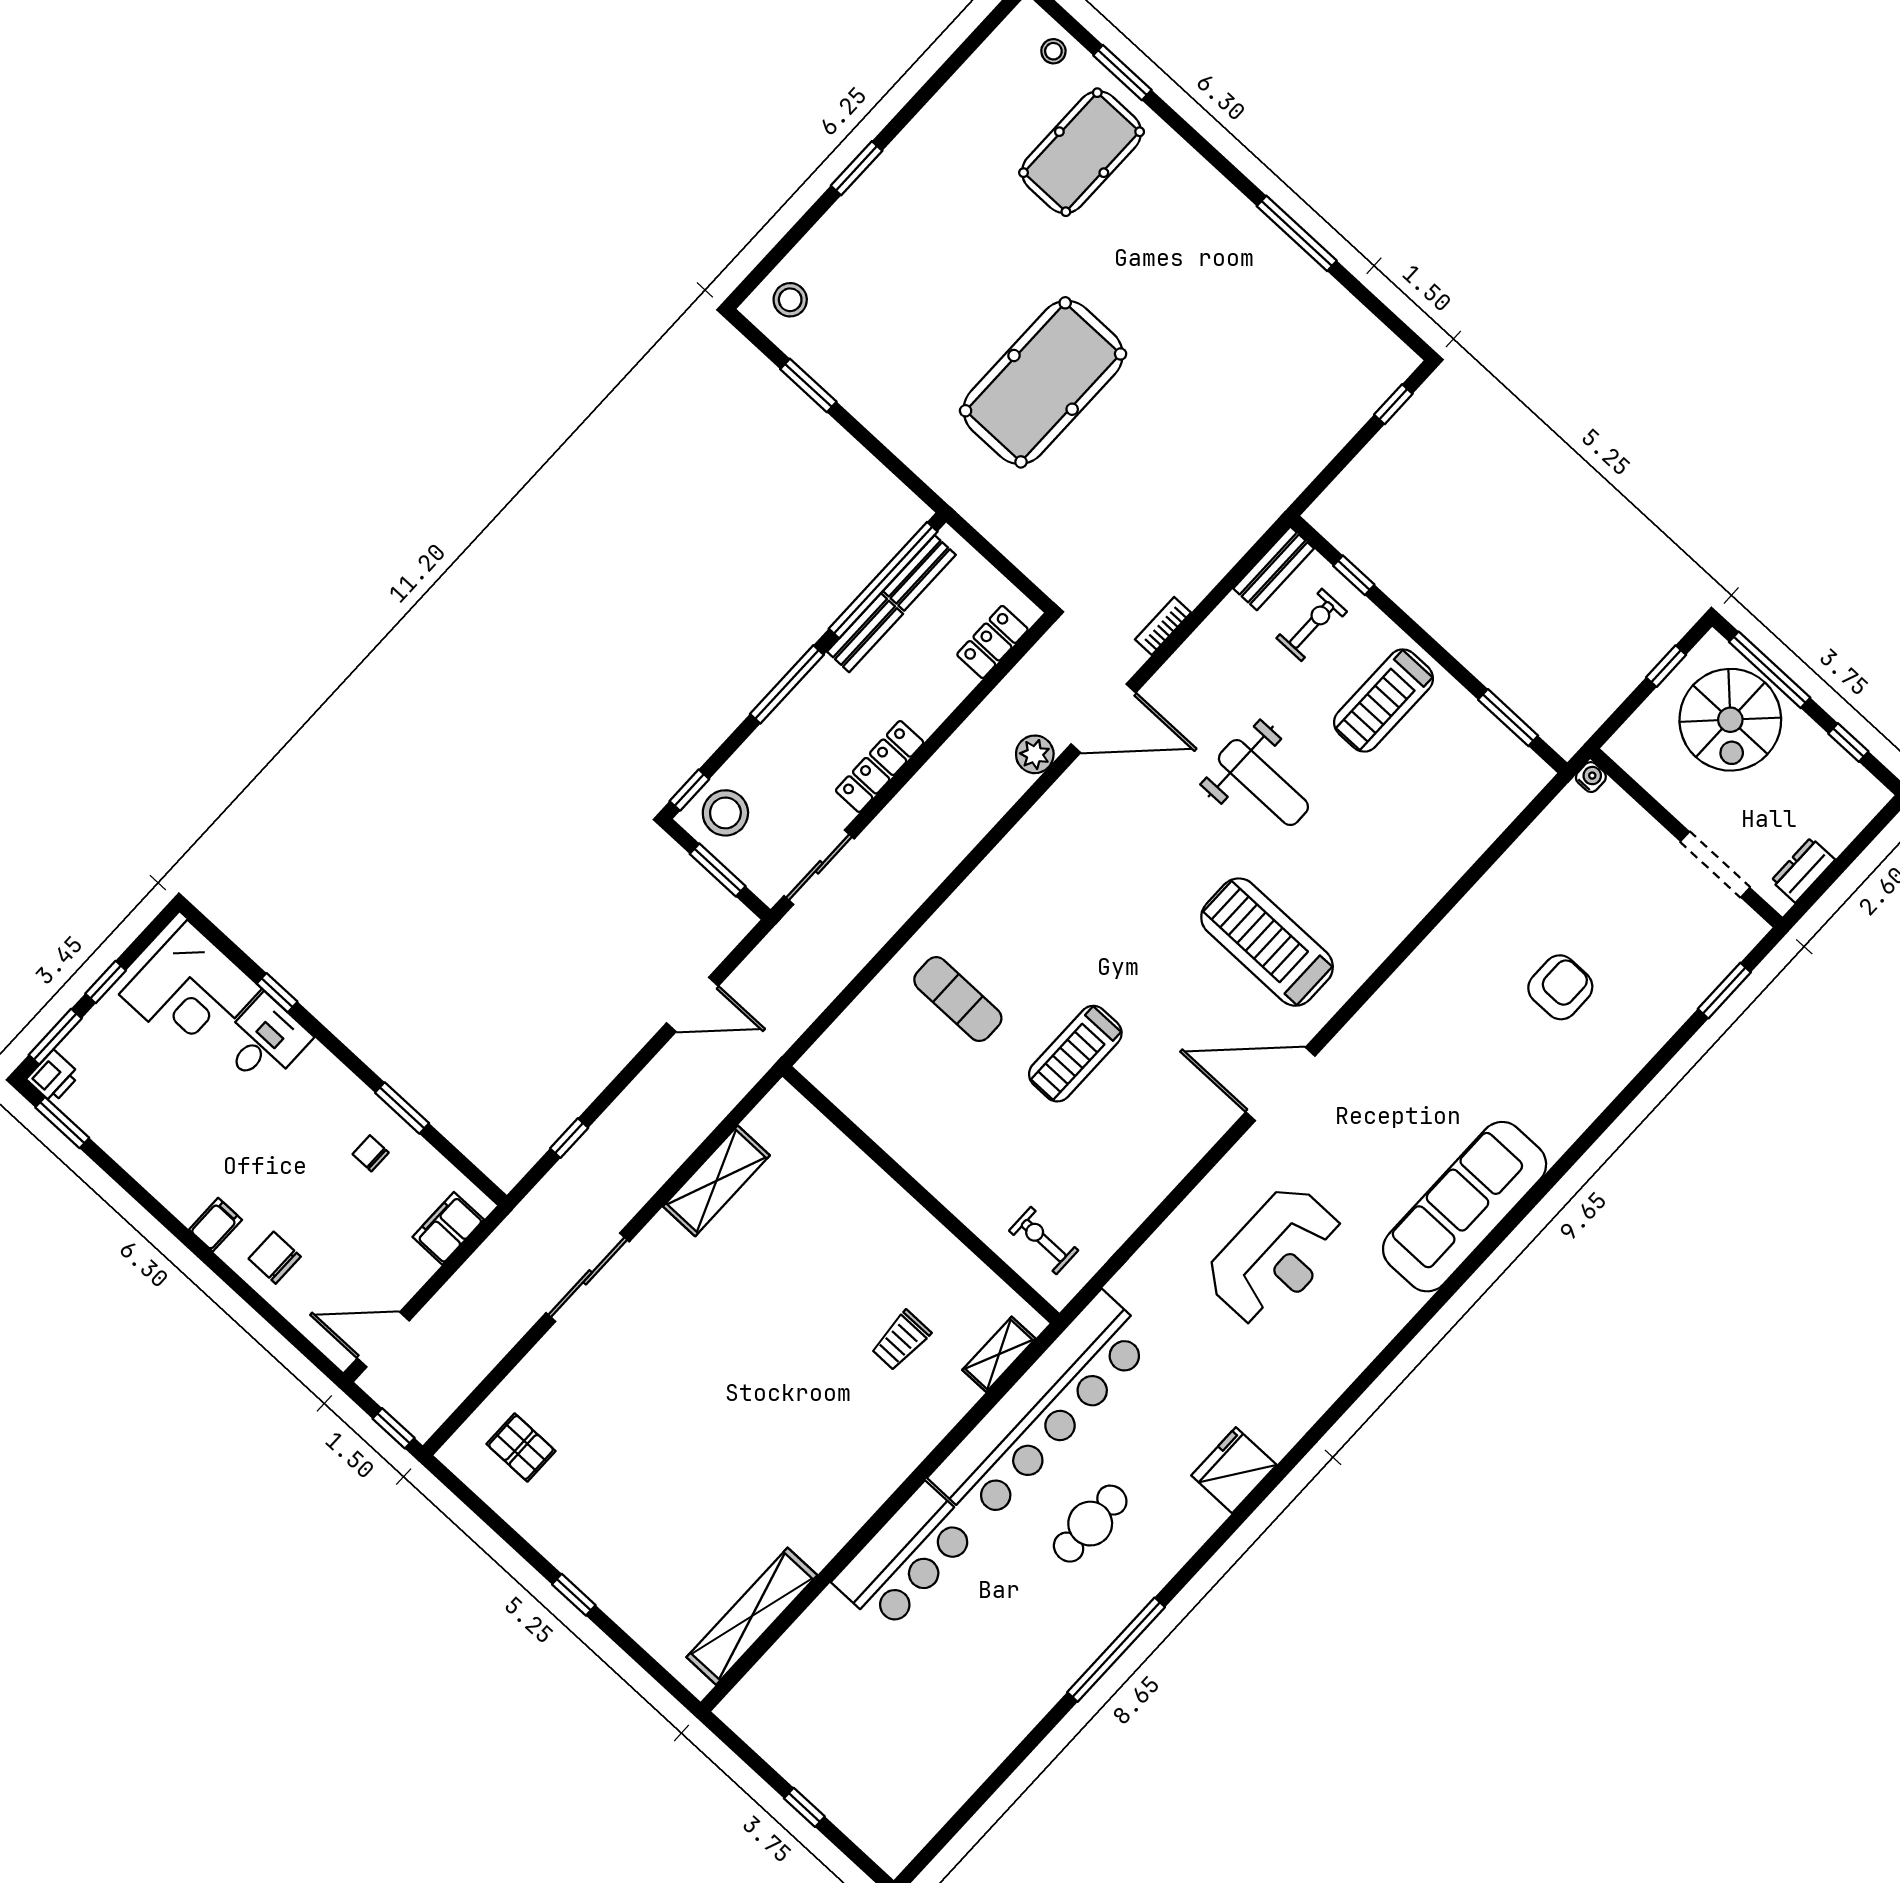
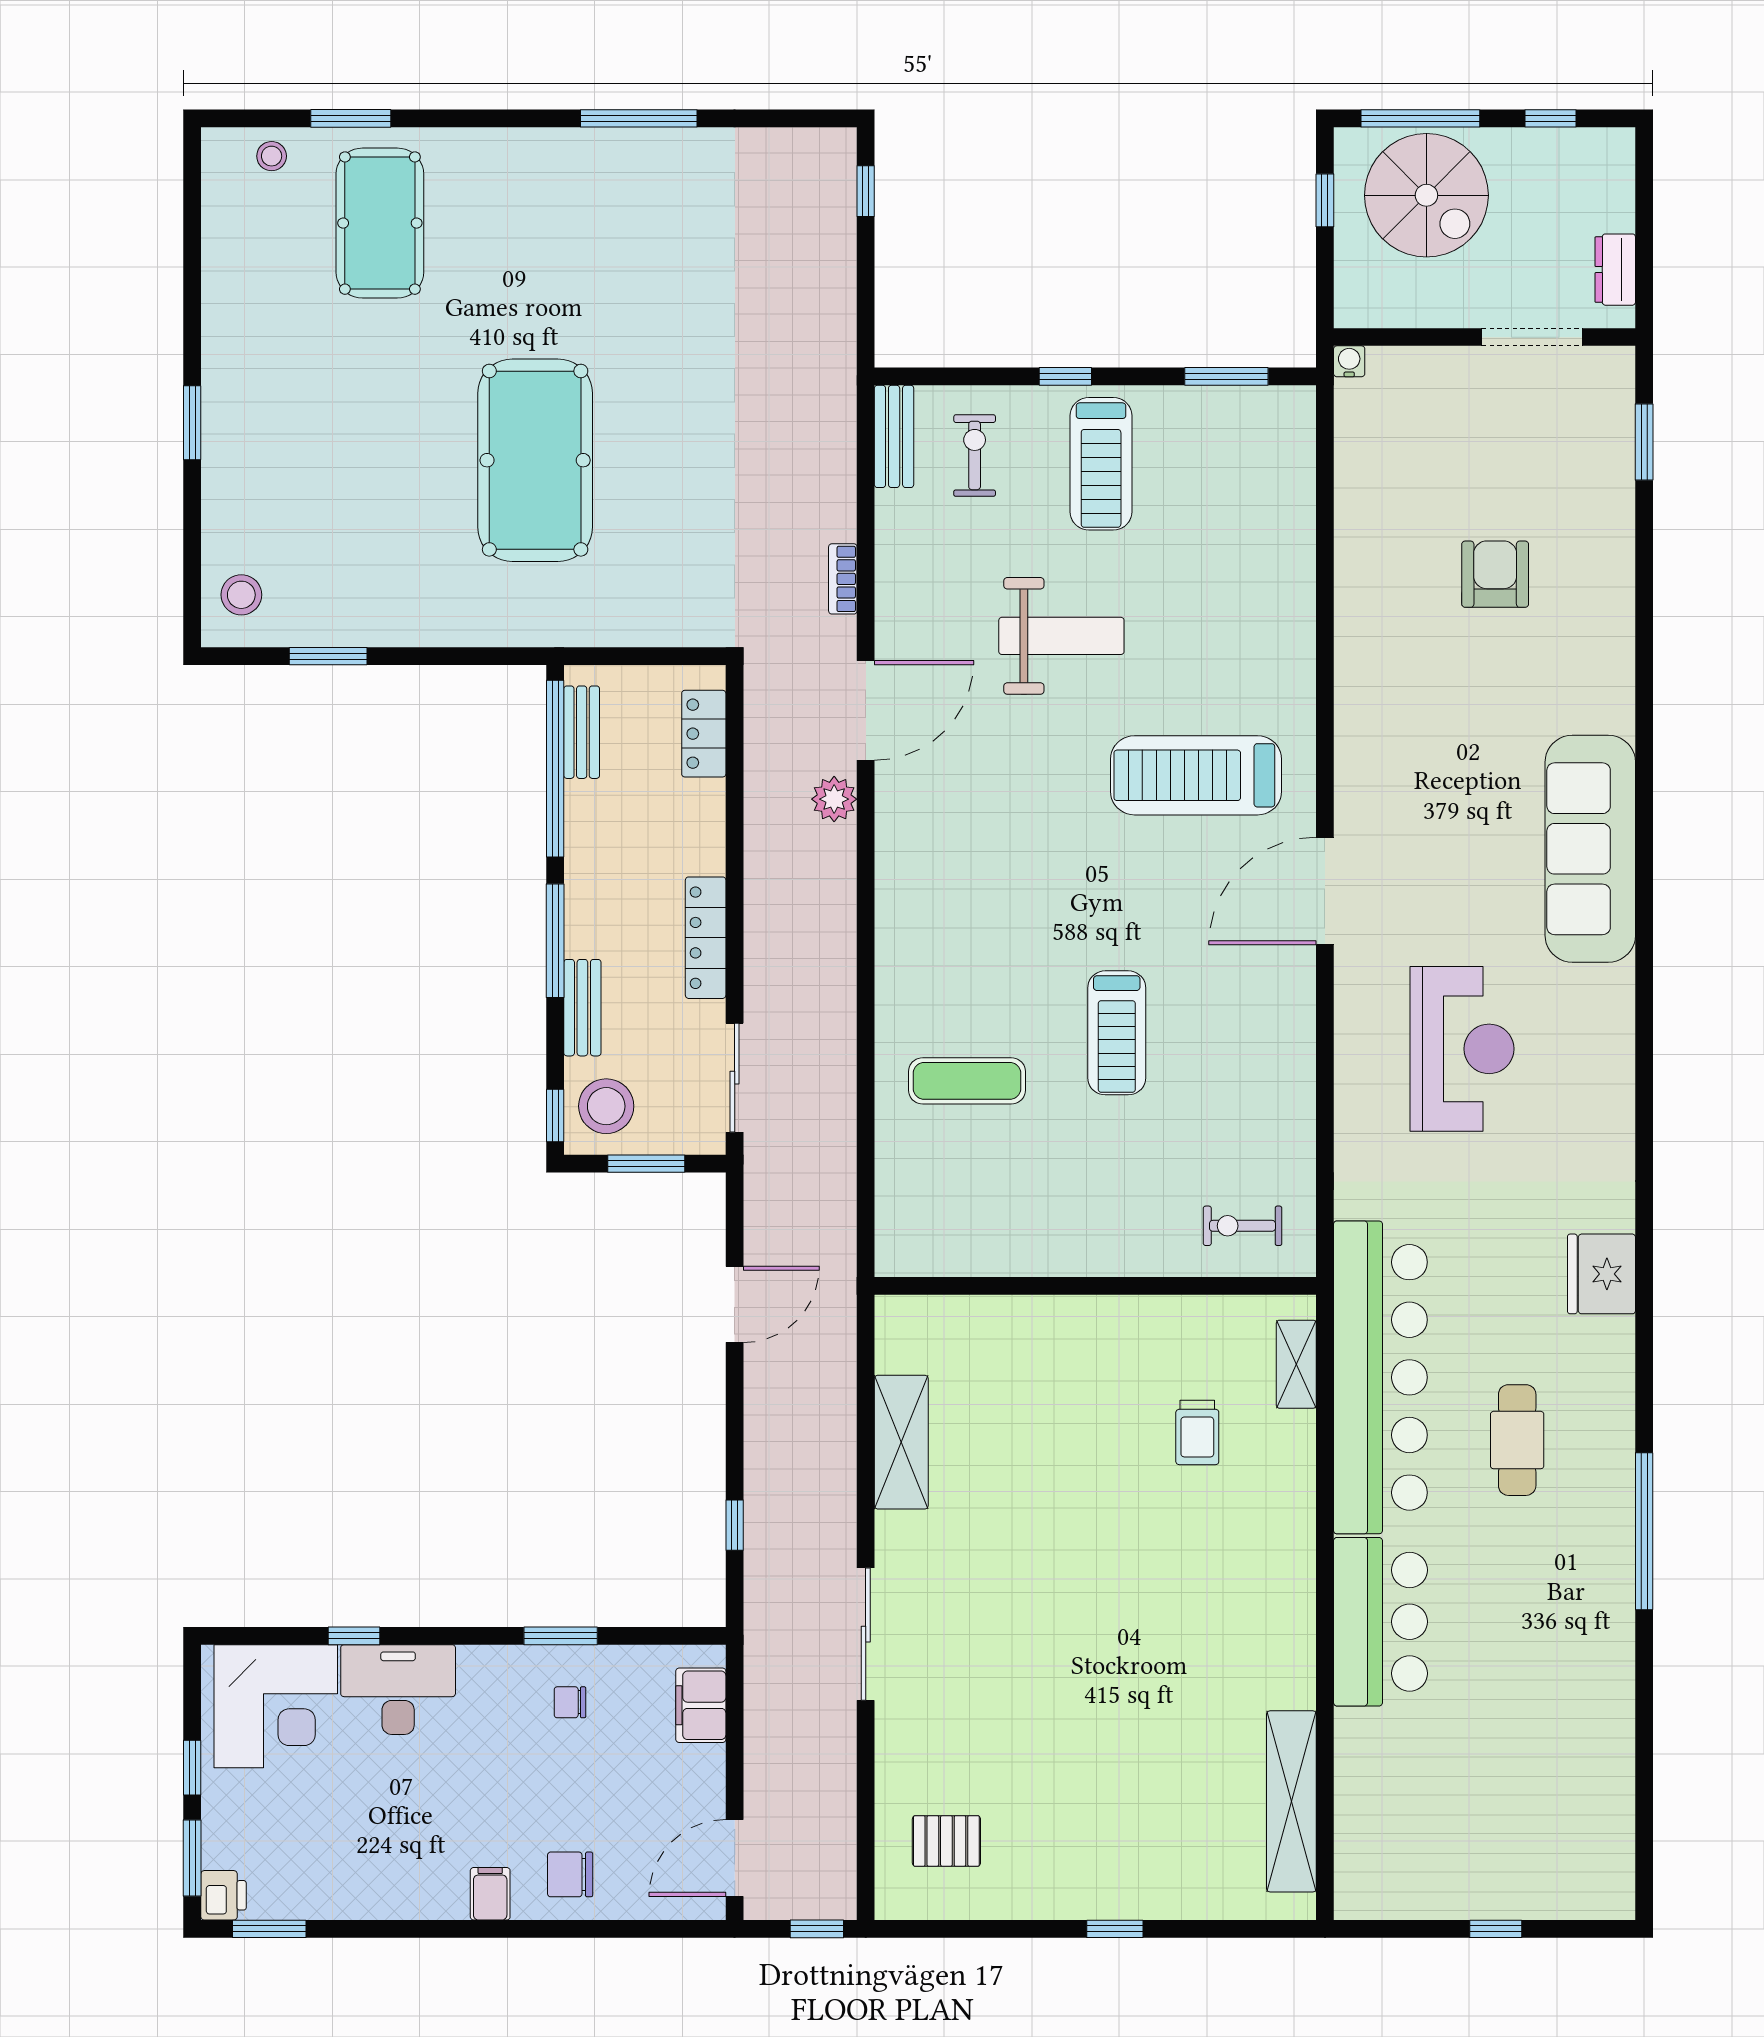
window: (1354, 575) -> (1065, 376), moved
bench: (865, 633) -> (582, 1008), moved
desk: (264, 1041) -> (398, 1690), width x1.37

